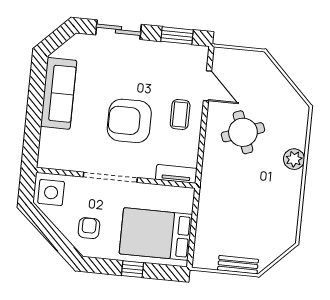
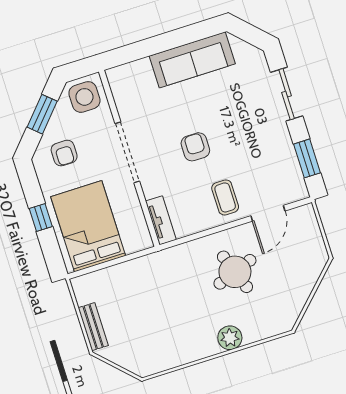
coffee table: (180, 115) -> (225, 197), turned 90
armchair: (129, 121) -> (195, 147), width x0.53, depth x0.53
armchair: (89, 228) -> (64, 153), turned 90
window: (50, 232) -> (42, 114), added

